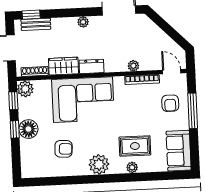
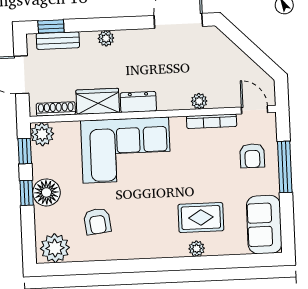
plant: (83, 22) -> (106, 38), moved
armchair: (64, 149) -> (97, 221), turned 79
plant: (99, 164) -> (55, 248), moved

